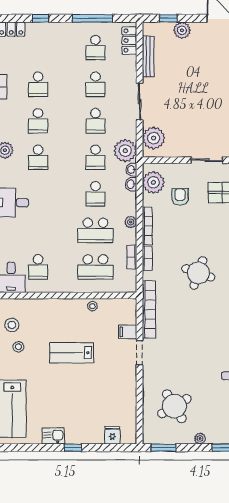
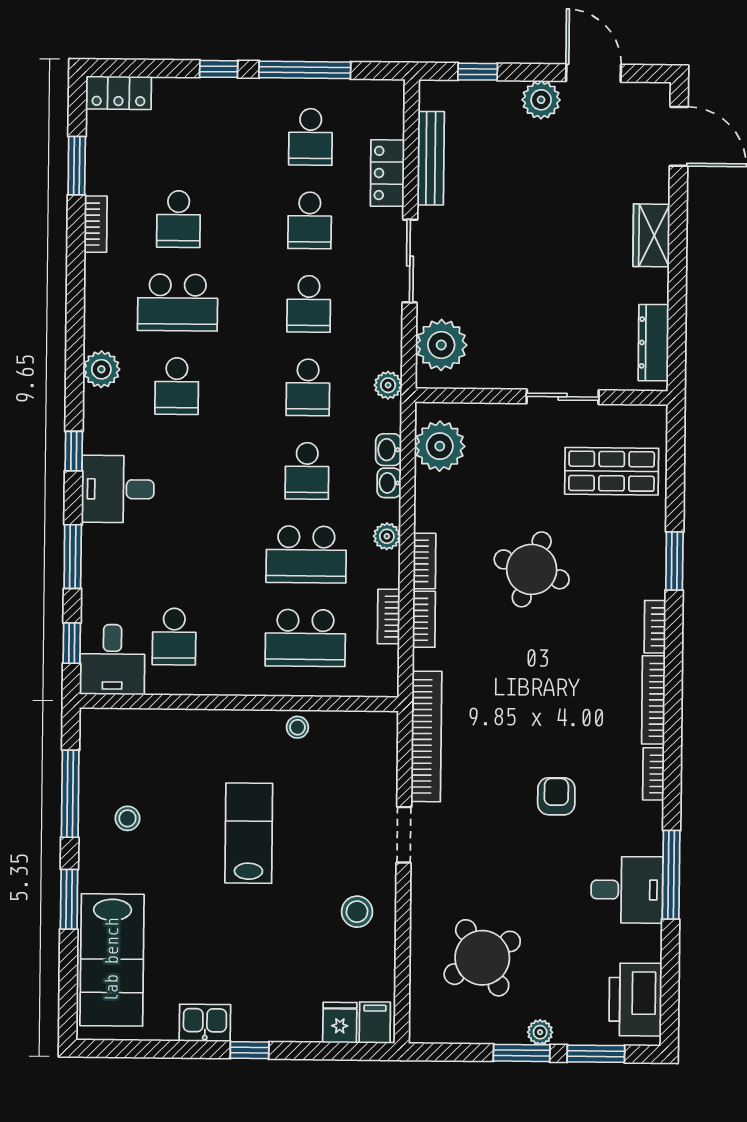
window: (41, 18) -> (219, 69), moved
plant: (182, 30) -> (541, 100), moved
locker: (129, 41) -> (387, 173), moved
school desk: (38, 121) -> (178, 303), width x1.85
plant: (125, 151) -> (388, 385), width x0.53, depth x0.53
washbasin: (131, 170) -> (389, 483), moved
armchair: (180, 197) -> (556, 796), moved
bookcase: (147, 226) -> (424, 561), width x0.64
round table: (198, 273) -> (532, 569), moved
stool: (12, 325) -> (357, 912), moved
filing cabinet: (128, 332) -> (375, 1023), moved, turned 90
lab bench: (72, 353) -> (249, 833), turned 90
window: (164, 448) -> (522, 1053), moved

